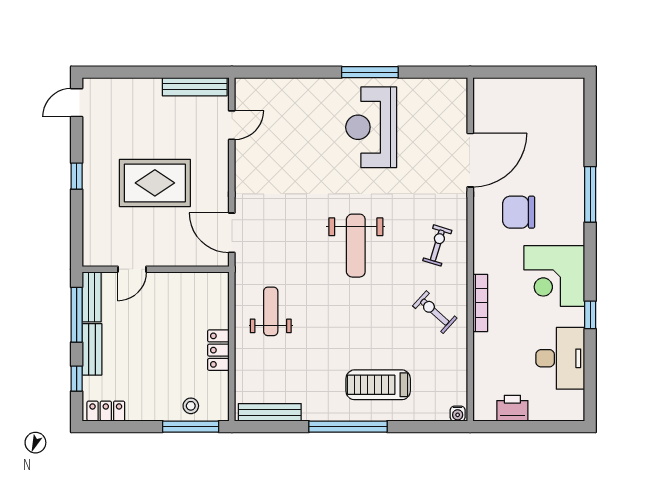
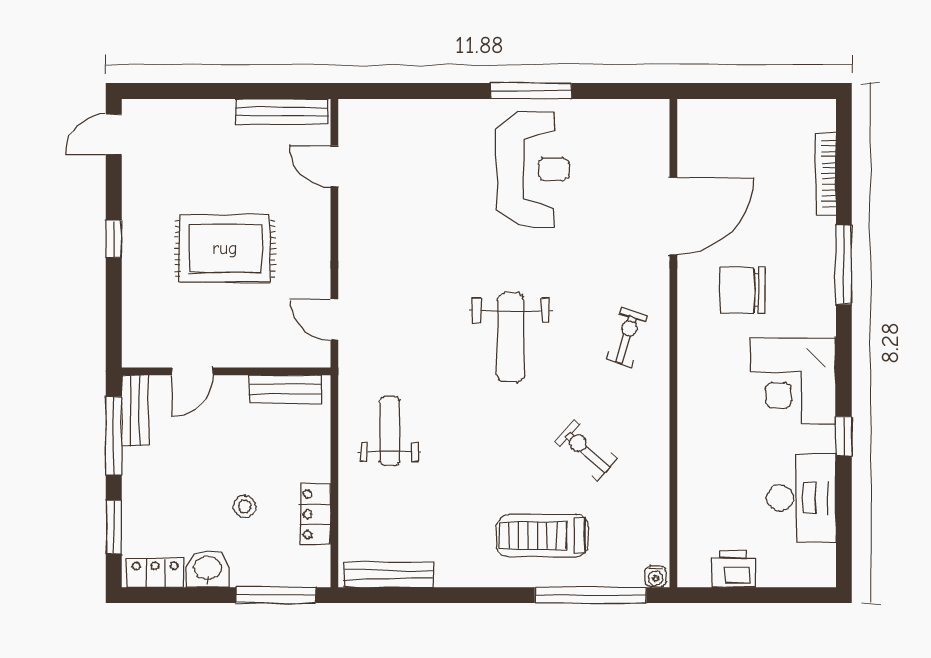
door: (232, 125) -> (334, 166), swing flipped
reception desk: (371, 127) -> (533, 169), turned 180
door: (232, 233) -> (334, 320), width x0.73
bookcase: (480, 303) -> (826, 174), moved, turned 180
exercise bike: (435, 312) -> (586, 450), moved
bench: (92, 349) -> (285, 389), moved, turned 90
locker: (218, 350) -> (315, 514), moved
window: (77, 379) -> (114, 527), width x1.50
stool: (191, 406) -> (245, 506), moved
washbasin: (143, 408) -> (208, 569), added
window: (348, 427) -> (591, 595), moved

